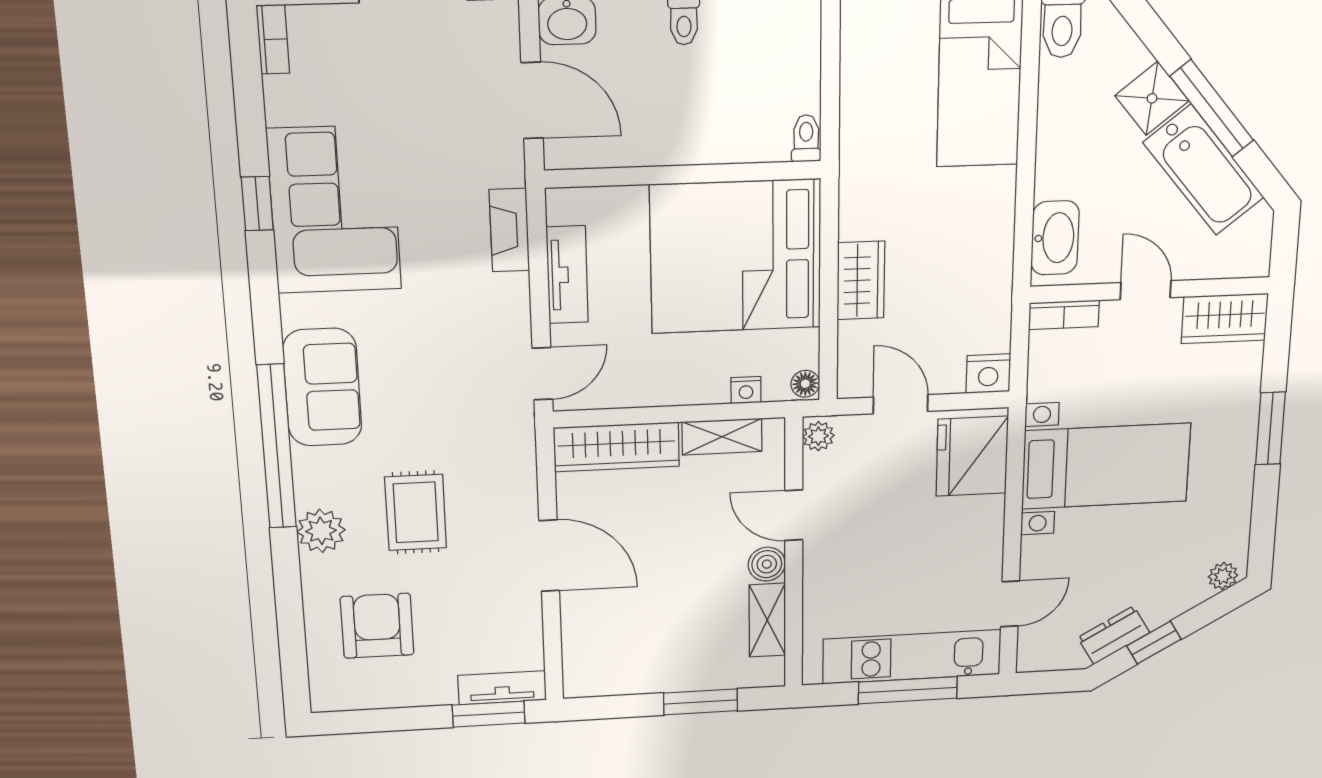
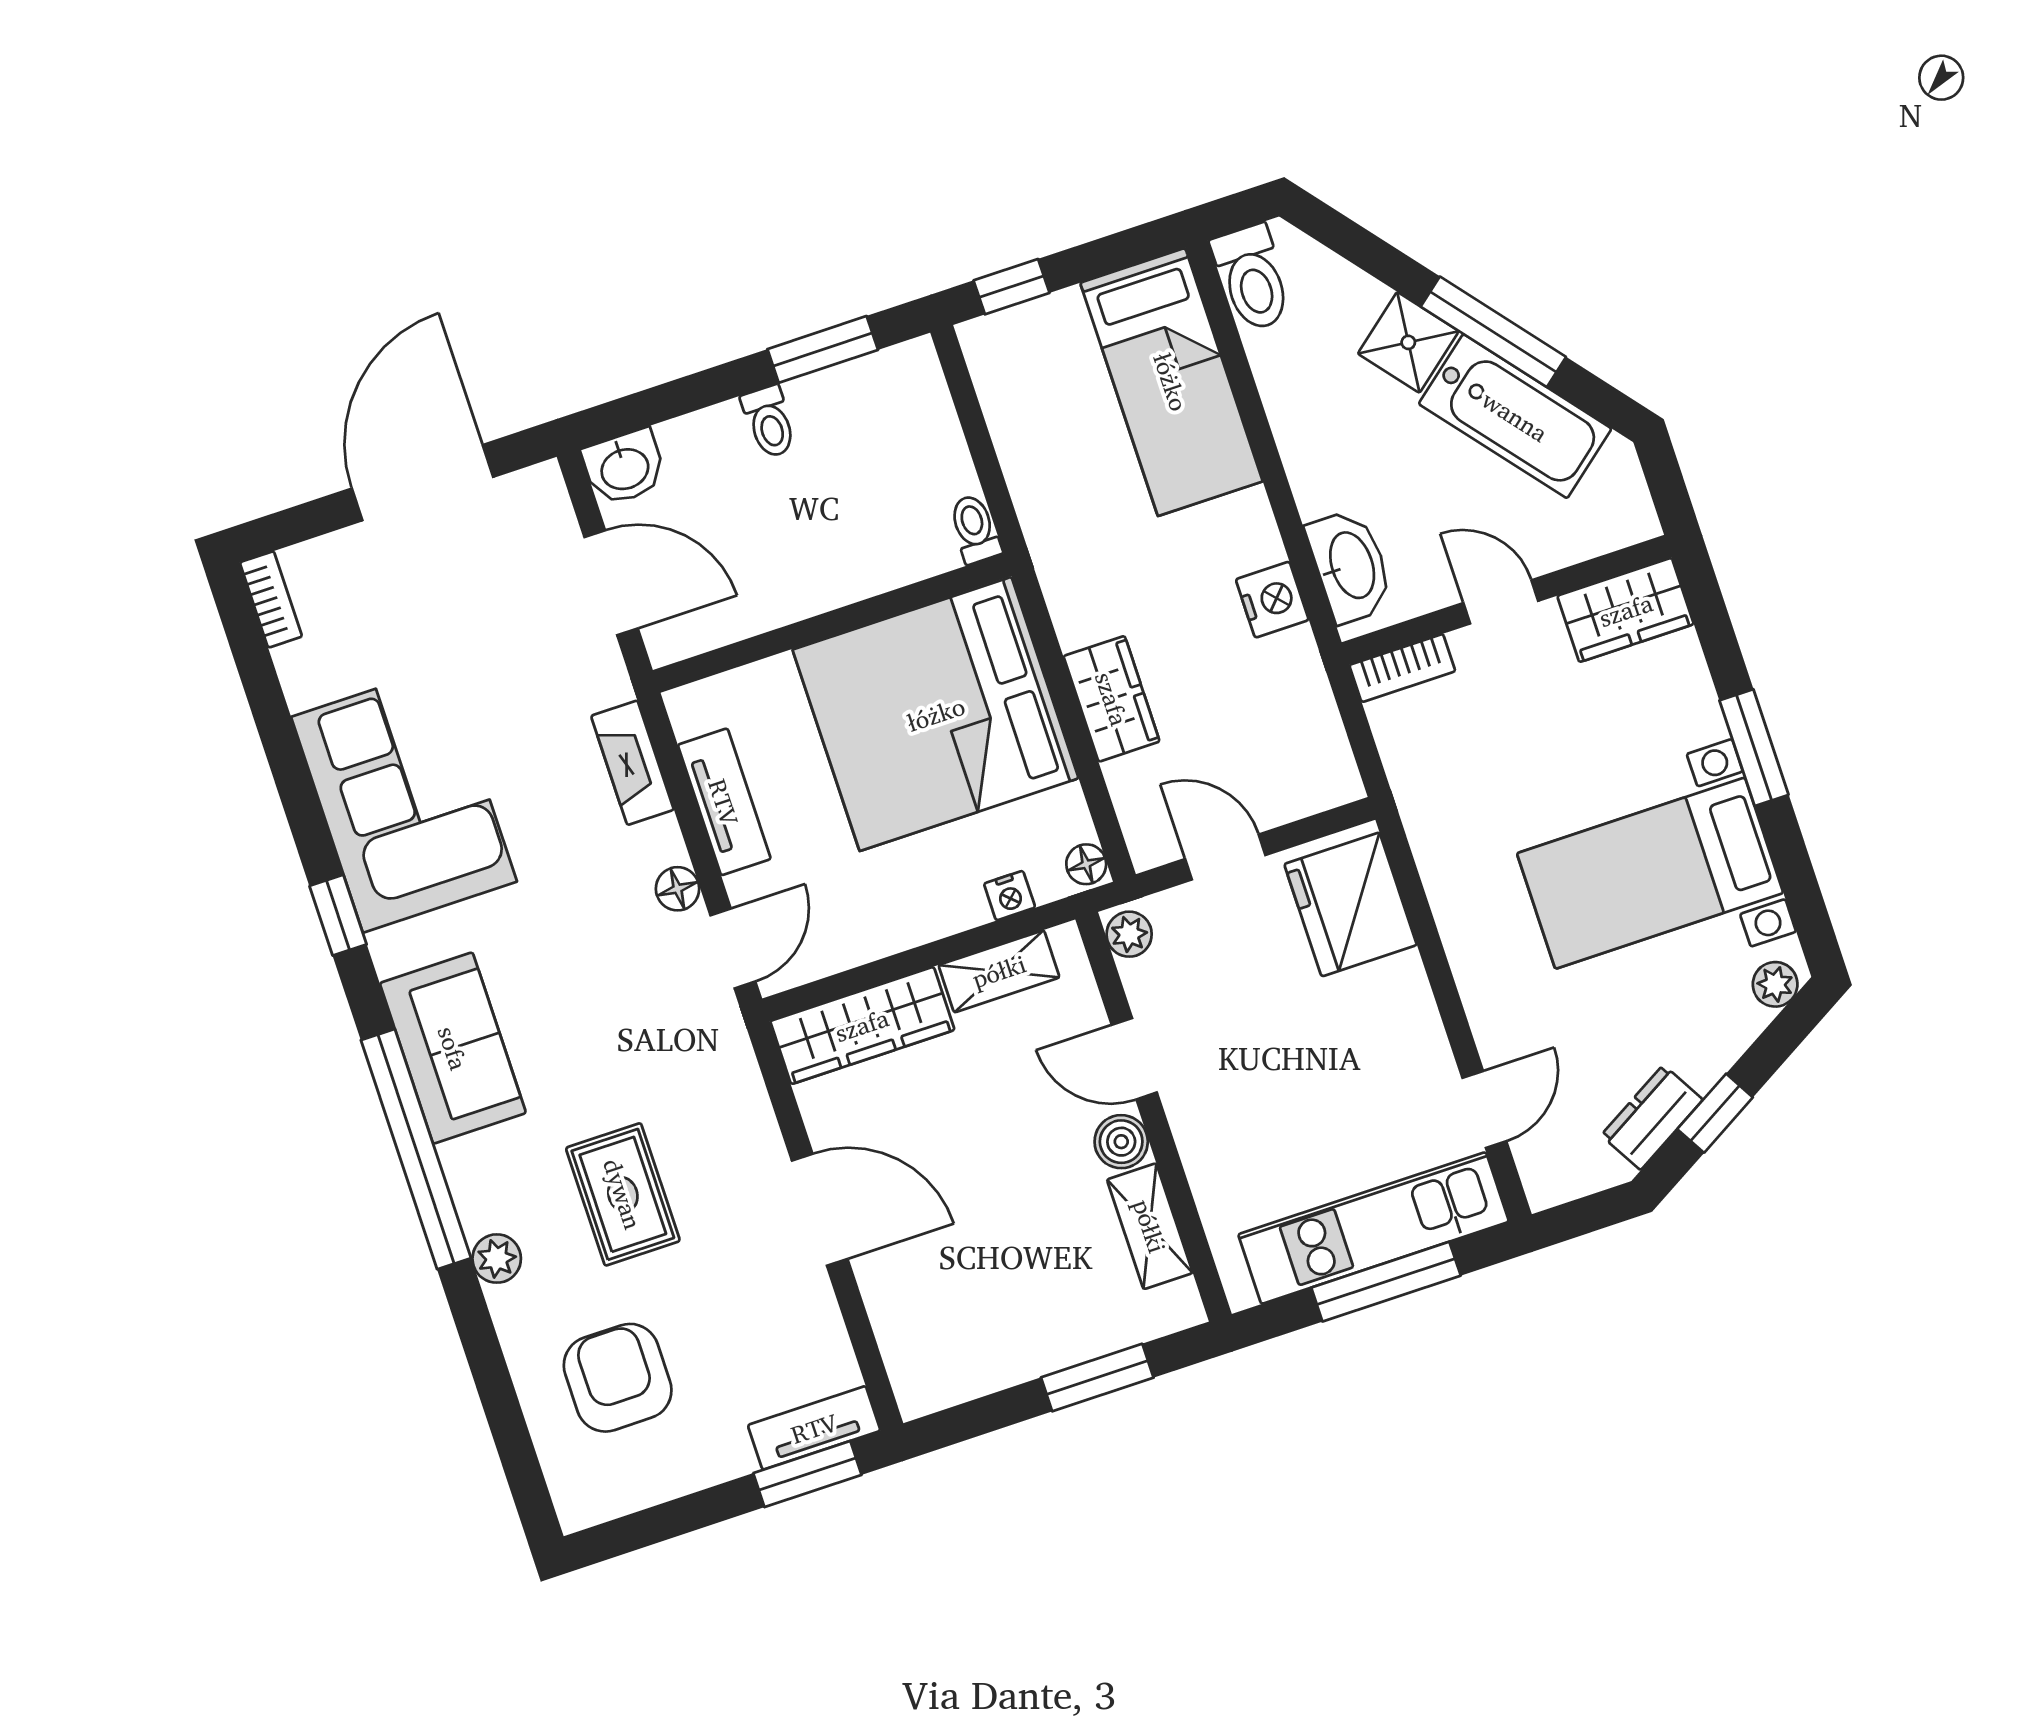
window: (257, 204) -> (338, 915), moved
floor lamp: (516, 324) -> (678, 889), added
nightstand: (988, 374) -> (1272, 600), moved, turned -90
bed with nightstands: (1106, 466) -> (1650, 873), moved, turned 180
plant: (321, 531) -> (497, 1259), width x0.73, depth x0.73

